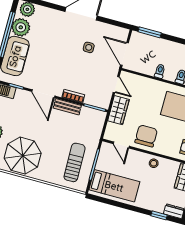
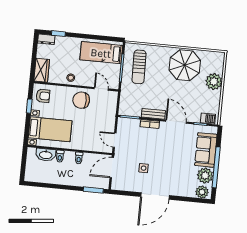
door: (124, 54) -> (112, 168), swing flipped
wardrobe: (118, 110) -> (109, 118), removed
chair: (146, 136) -> (81, 100), turned 90

